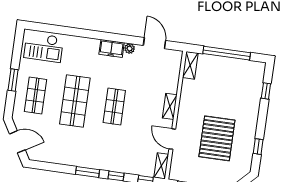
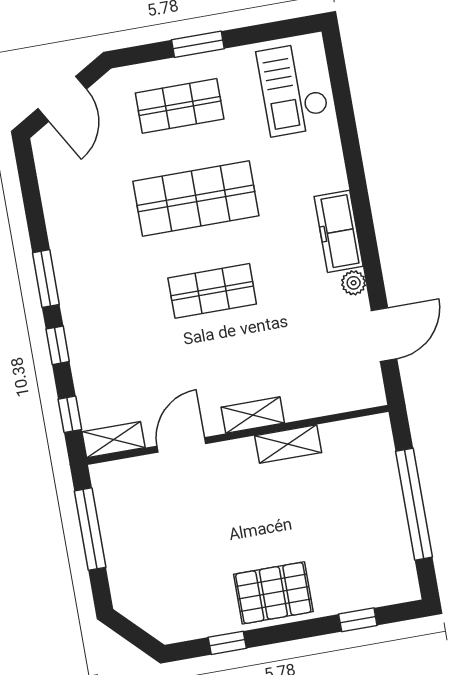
freezer: (112, 48) -> (339, 231), width x1.40
shelving: (190, 65) -> (288, 444), moved
pallet: (217, 138) -> (273, 593), moved, width x0.73, depth x0.71

